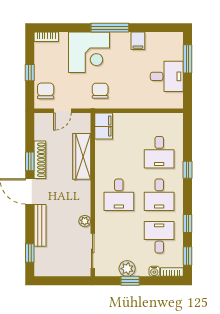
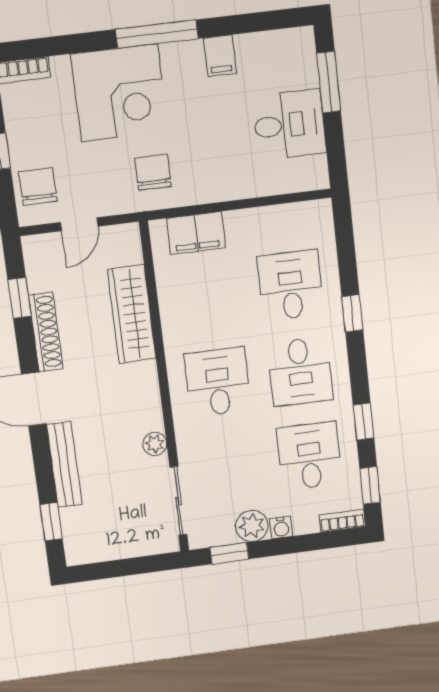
filing cabinet: (104, 126) -> (196, 233), moved, turned 90
desk: (159, 152) -> (291, 285), turned 180
window: (30, 161) -> (20, 298), moved
desk: (119, 195) -> (218, 382), turned 180
water cooler: (154, 271) -> (281, 527), moved
window: (130, 281) -> (229, 553), moved

